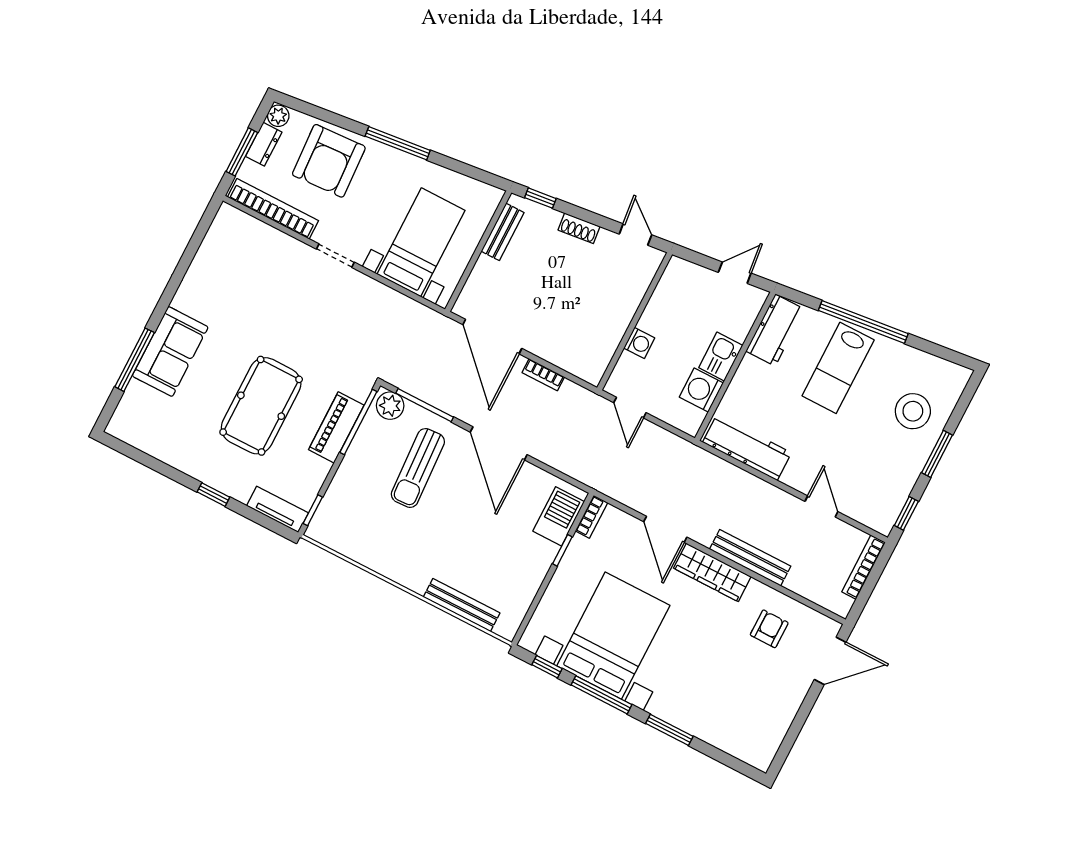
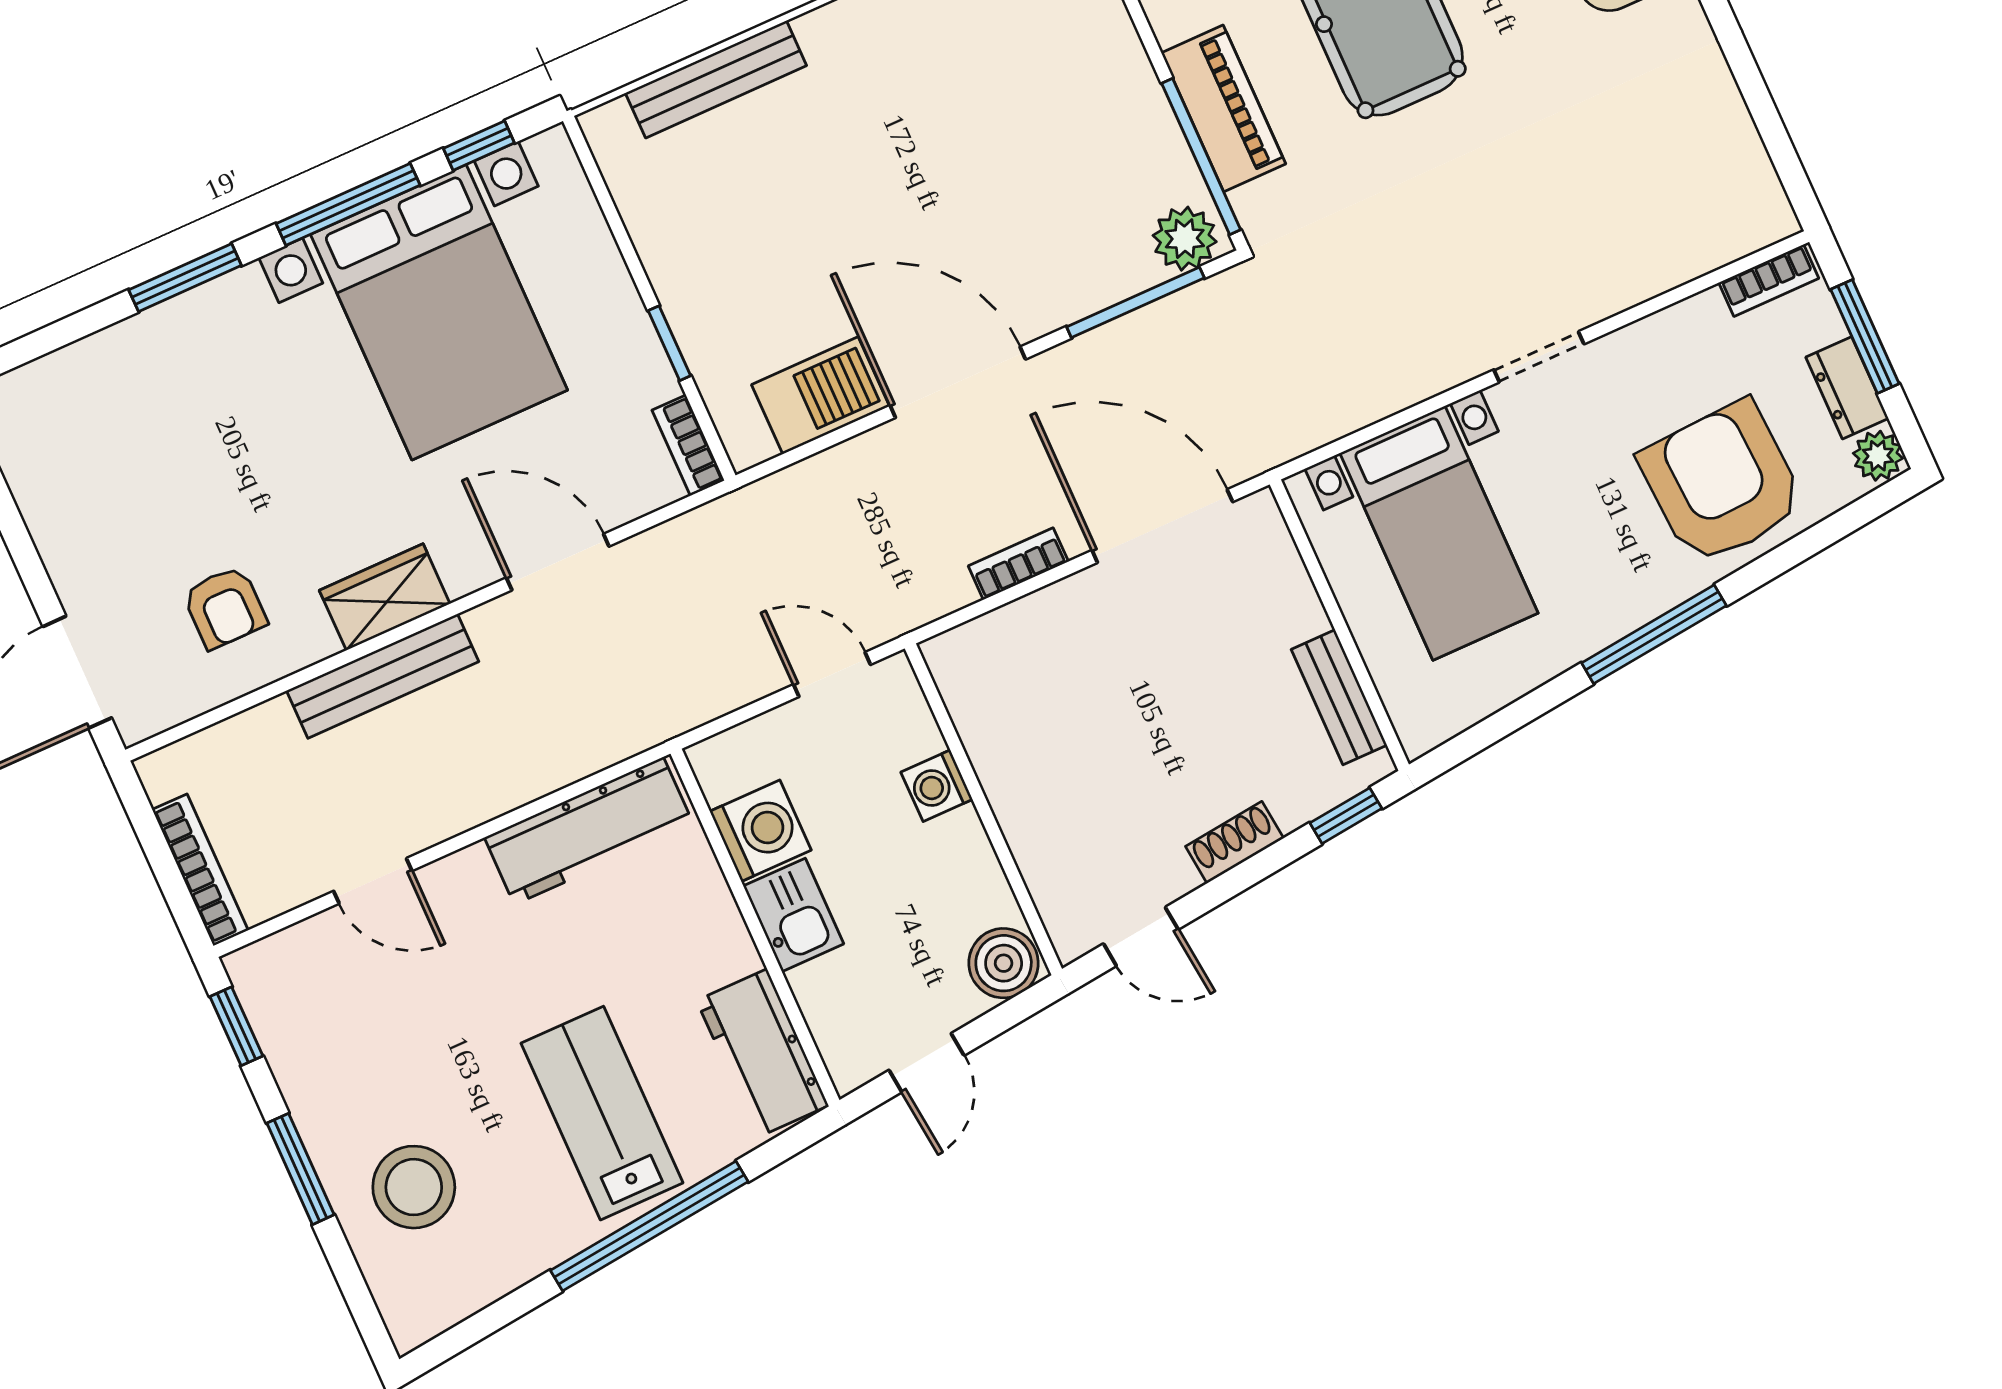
bookcase: (273, 209) -> (1769, 280), width x0.43, depth x0.76
boiler: (681, 273) -> (1004, 963), added
sun lounger: (418, 468) -> (1030, 199), removed
barbecue: (559, 516) -> (821, 395), moved, turned -90
wardrobe: (712, 572) -> (385, 597), width x0.67

